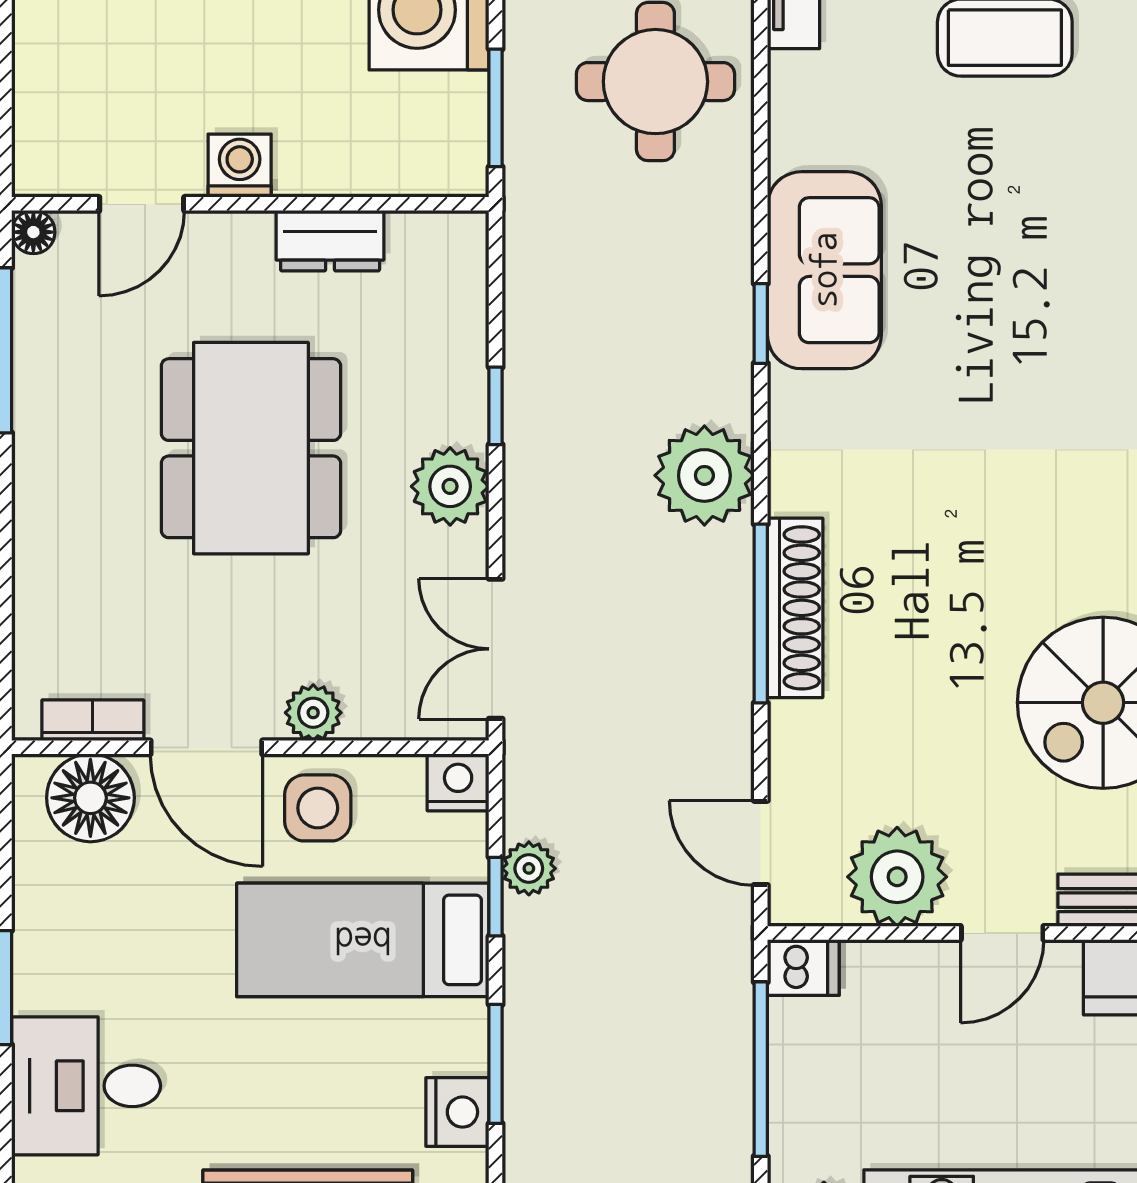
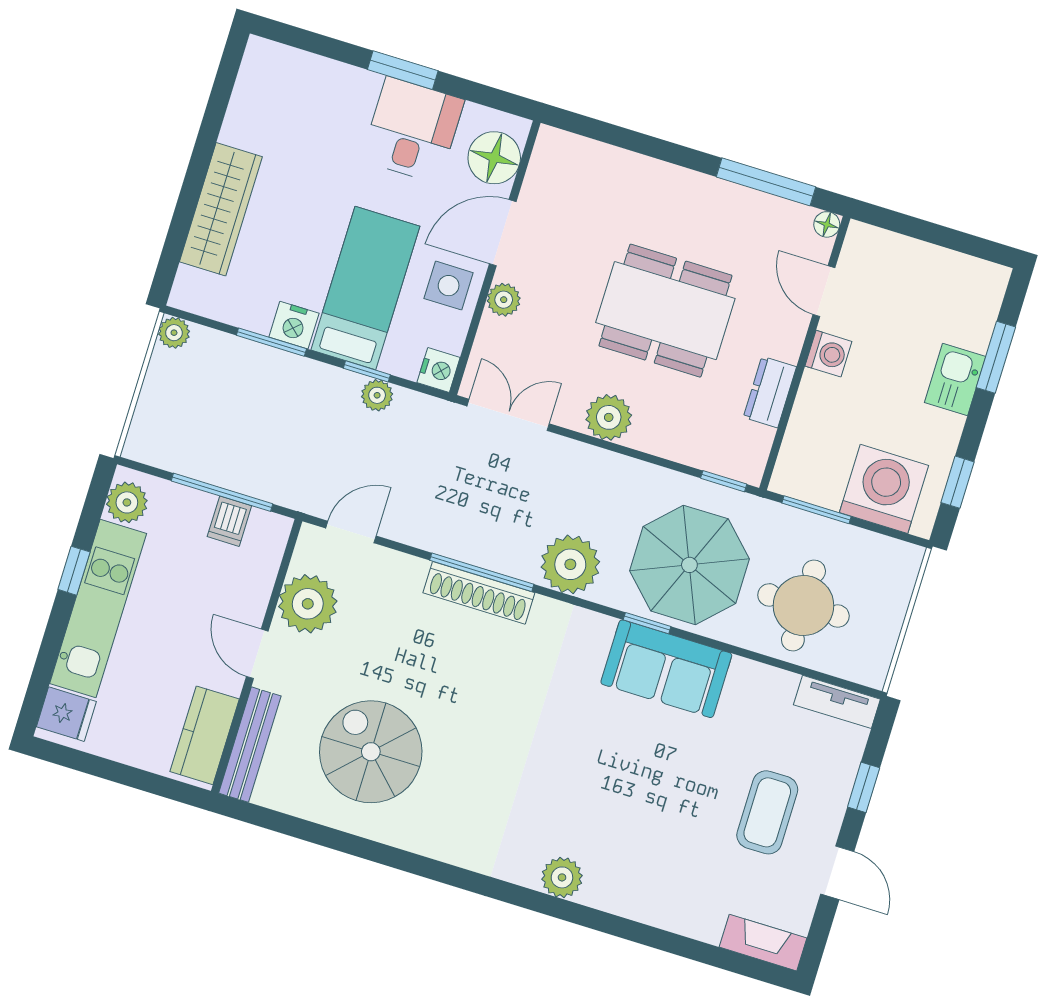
parasol: (647, 284) -> (689, 565), added
window: (496, 406) -> (724, 481), moved
bookcase: (93, 720) -> (538, 173), removed
dishwasher: (803, 967) -> (229, 521), moved
desk: (86, 1086) -> (413, 130), moved
nightstand: (457, 1112) -> (294, 325), moved

